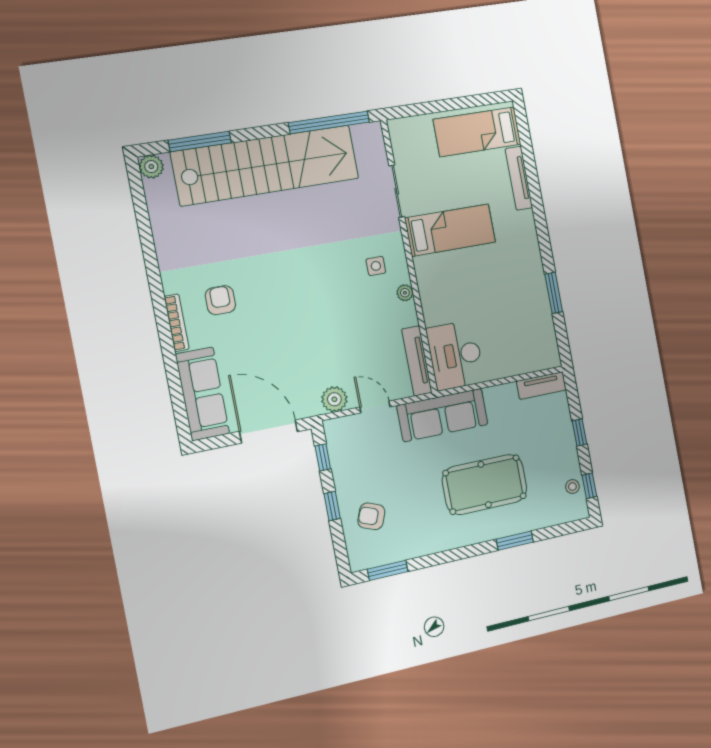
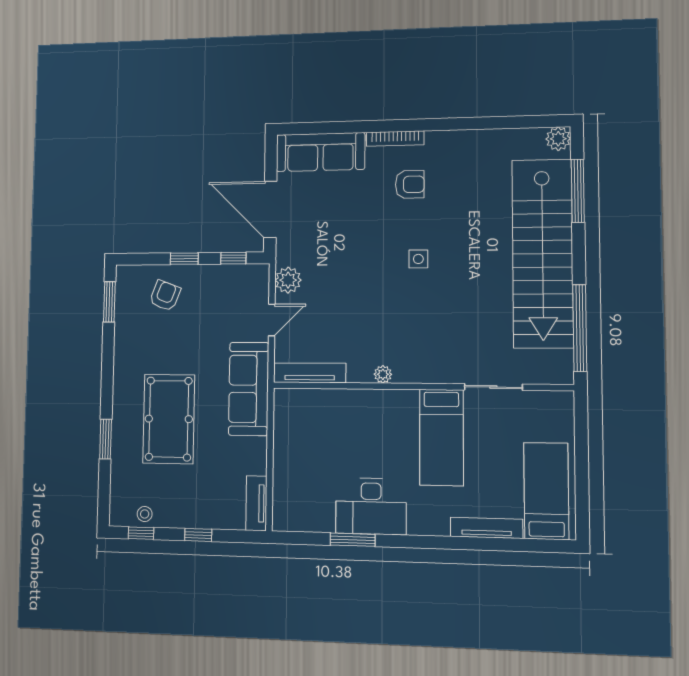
side table: (376, 266) -> (418, 259), moved
desk: (455, 355) -> (371, 506), moved, turned 180
door: (269, 431) -> (270, 209), swing flipped

